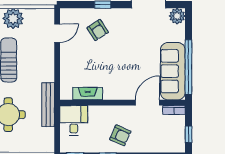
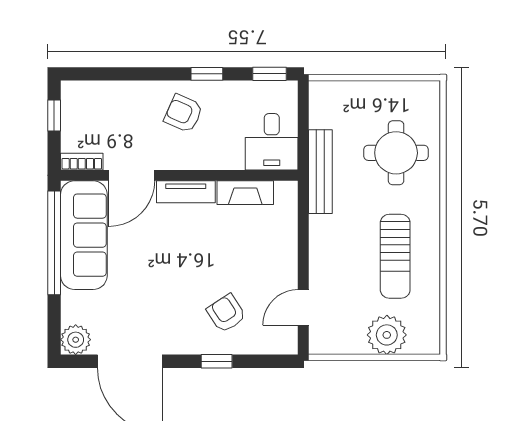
tv unit: (119, 94) -> (186, 192), added

